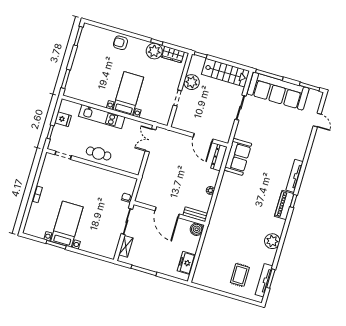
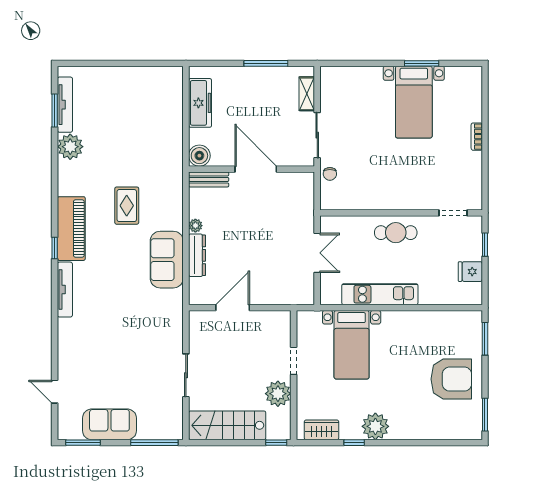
armchair: (120, 43) -> (451, 379), moved, width x1.88, depth x1.88
plant: (154, 51) -> (375, 426), moved
sofa: (278, 91) -> (109, 424), width x0.54, depth x0.79
bed with nightstands: (128, 94) -> (352, 345), moved
kitchen unit: (102, 117) -> (380, 294), moved
door: (203, 138) -> (233, 308), hinge flipped
double door: (150, 140) -> (317, 253), moved
sofa: (238, 157) -> (167, 260), moved
dresser: (219, 158) -> (197, 255), moved
piano: (284, 205) -> (71, 229), width x1.37, depth x1.33
plant: (272, 241) -> (70, 147), moved
freezer: (186, 263) -> (200, 103), width x1.40
rug: (240, 275) -> (127, 206), moved

